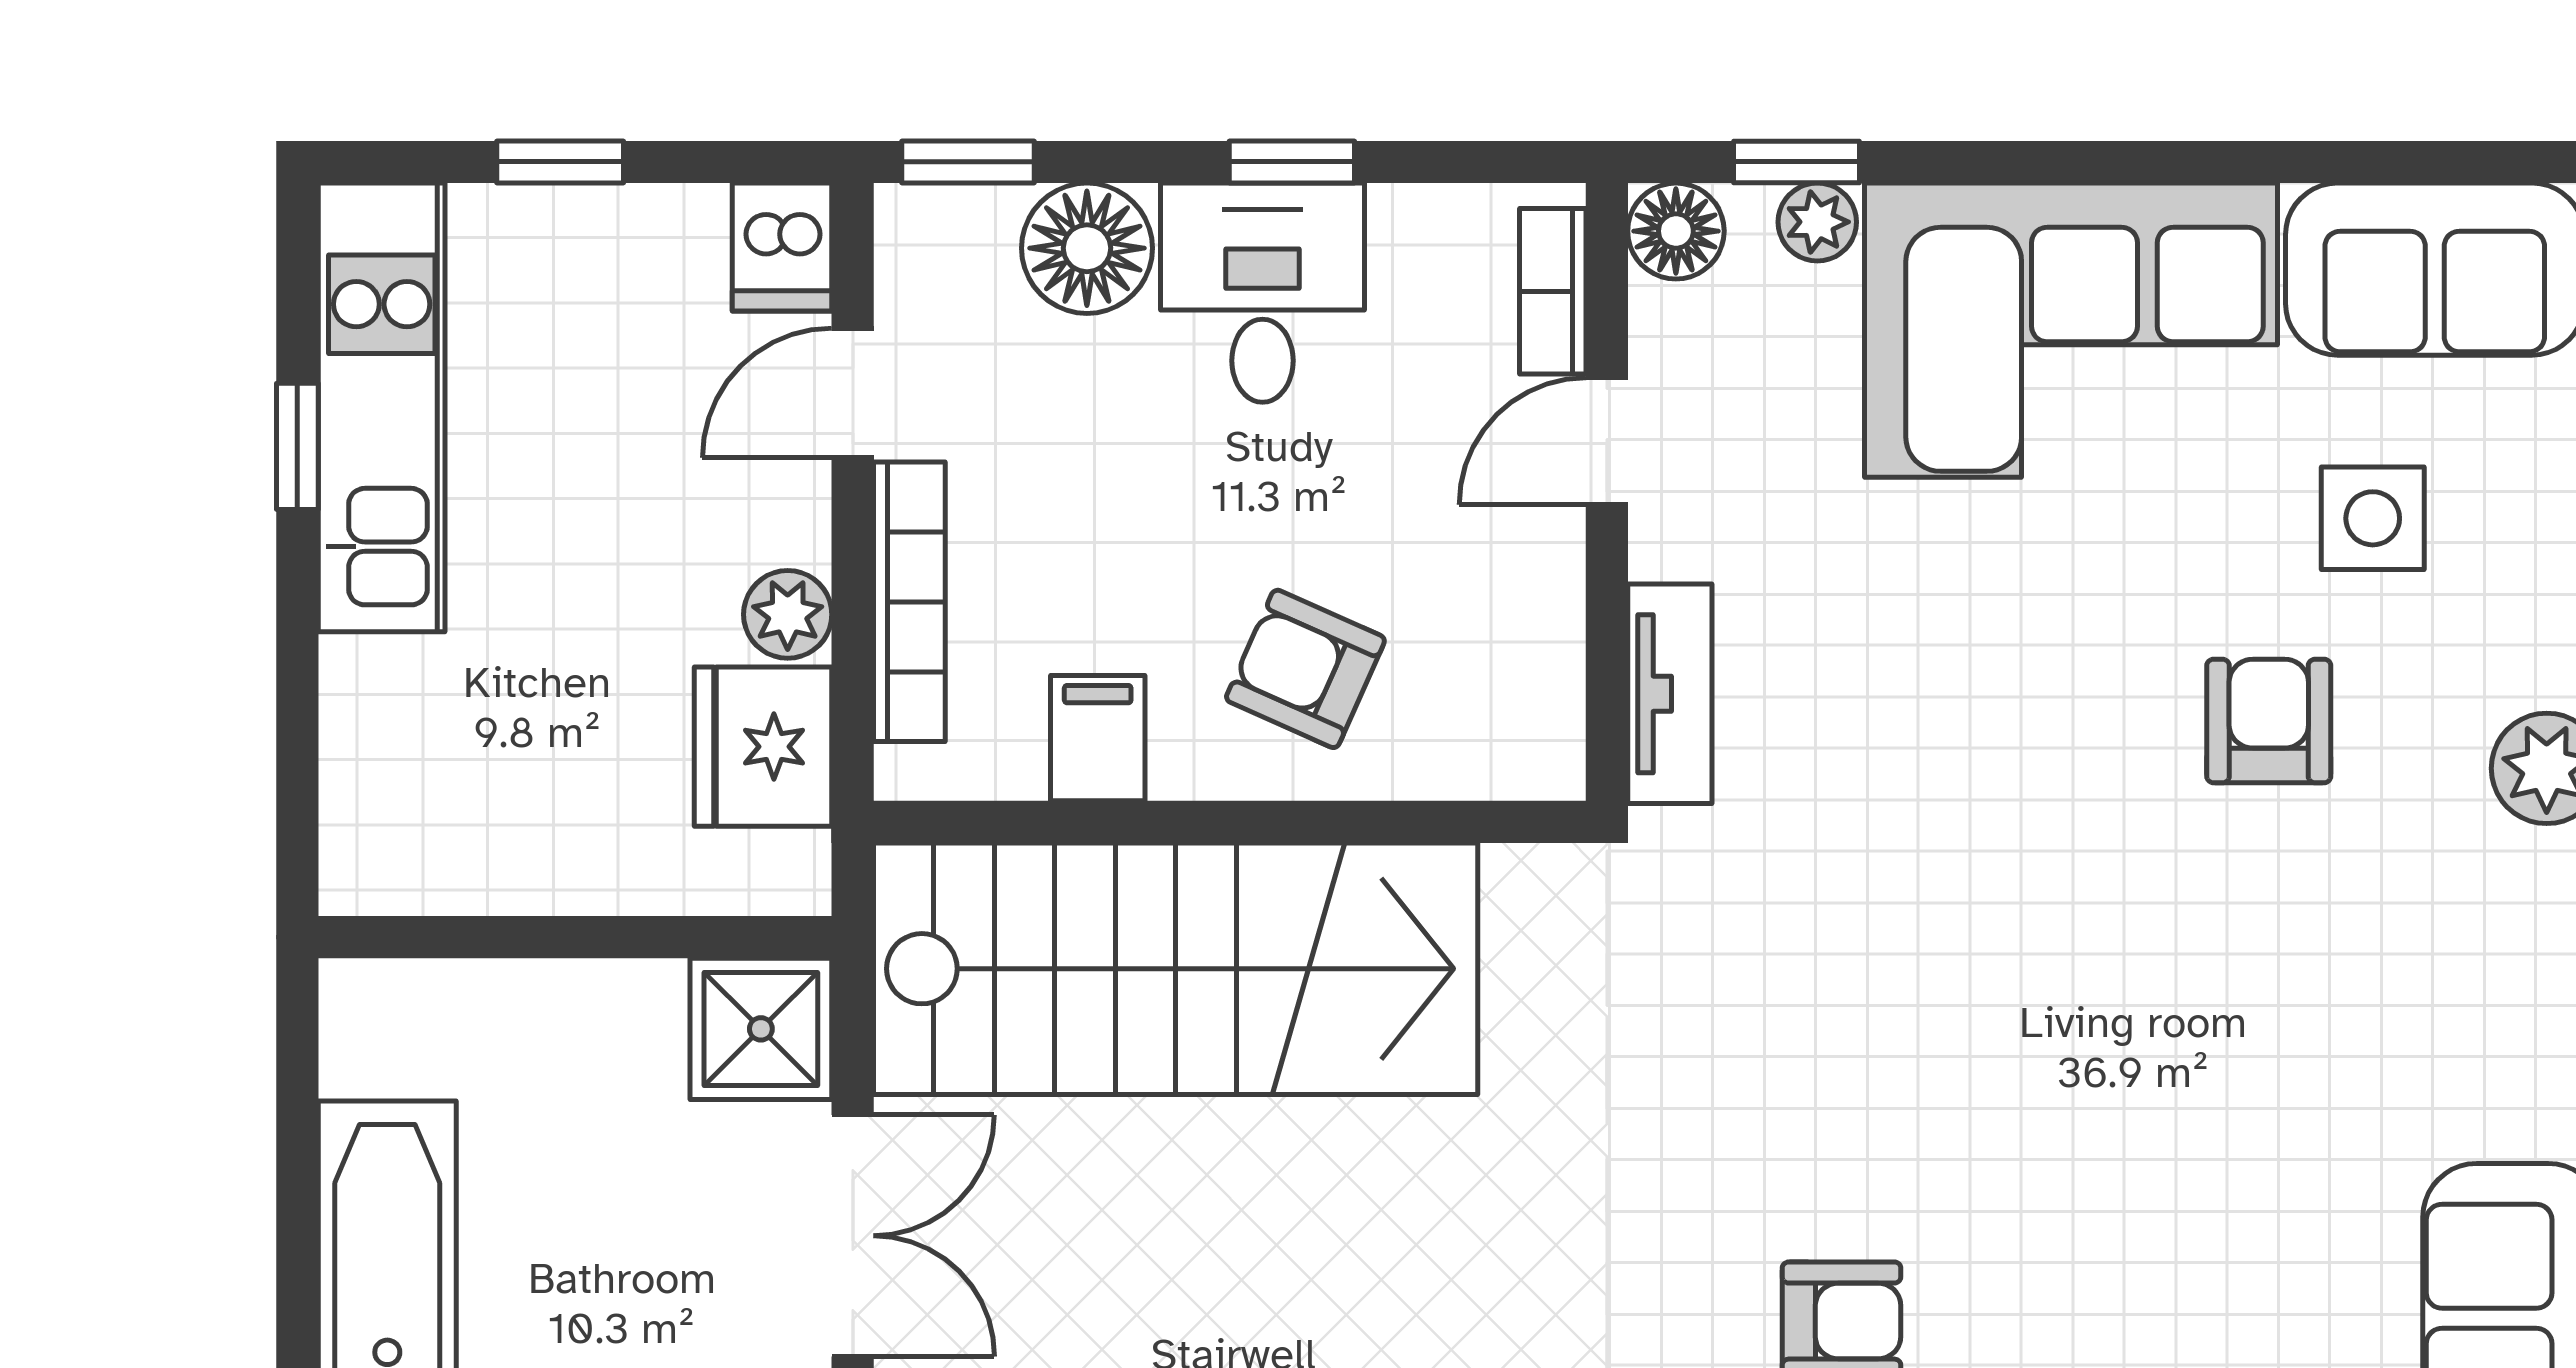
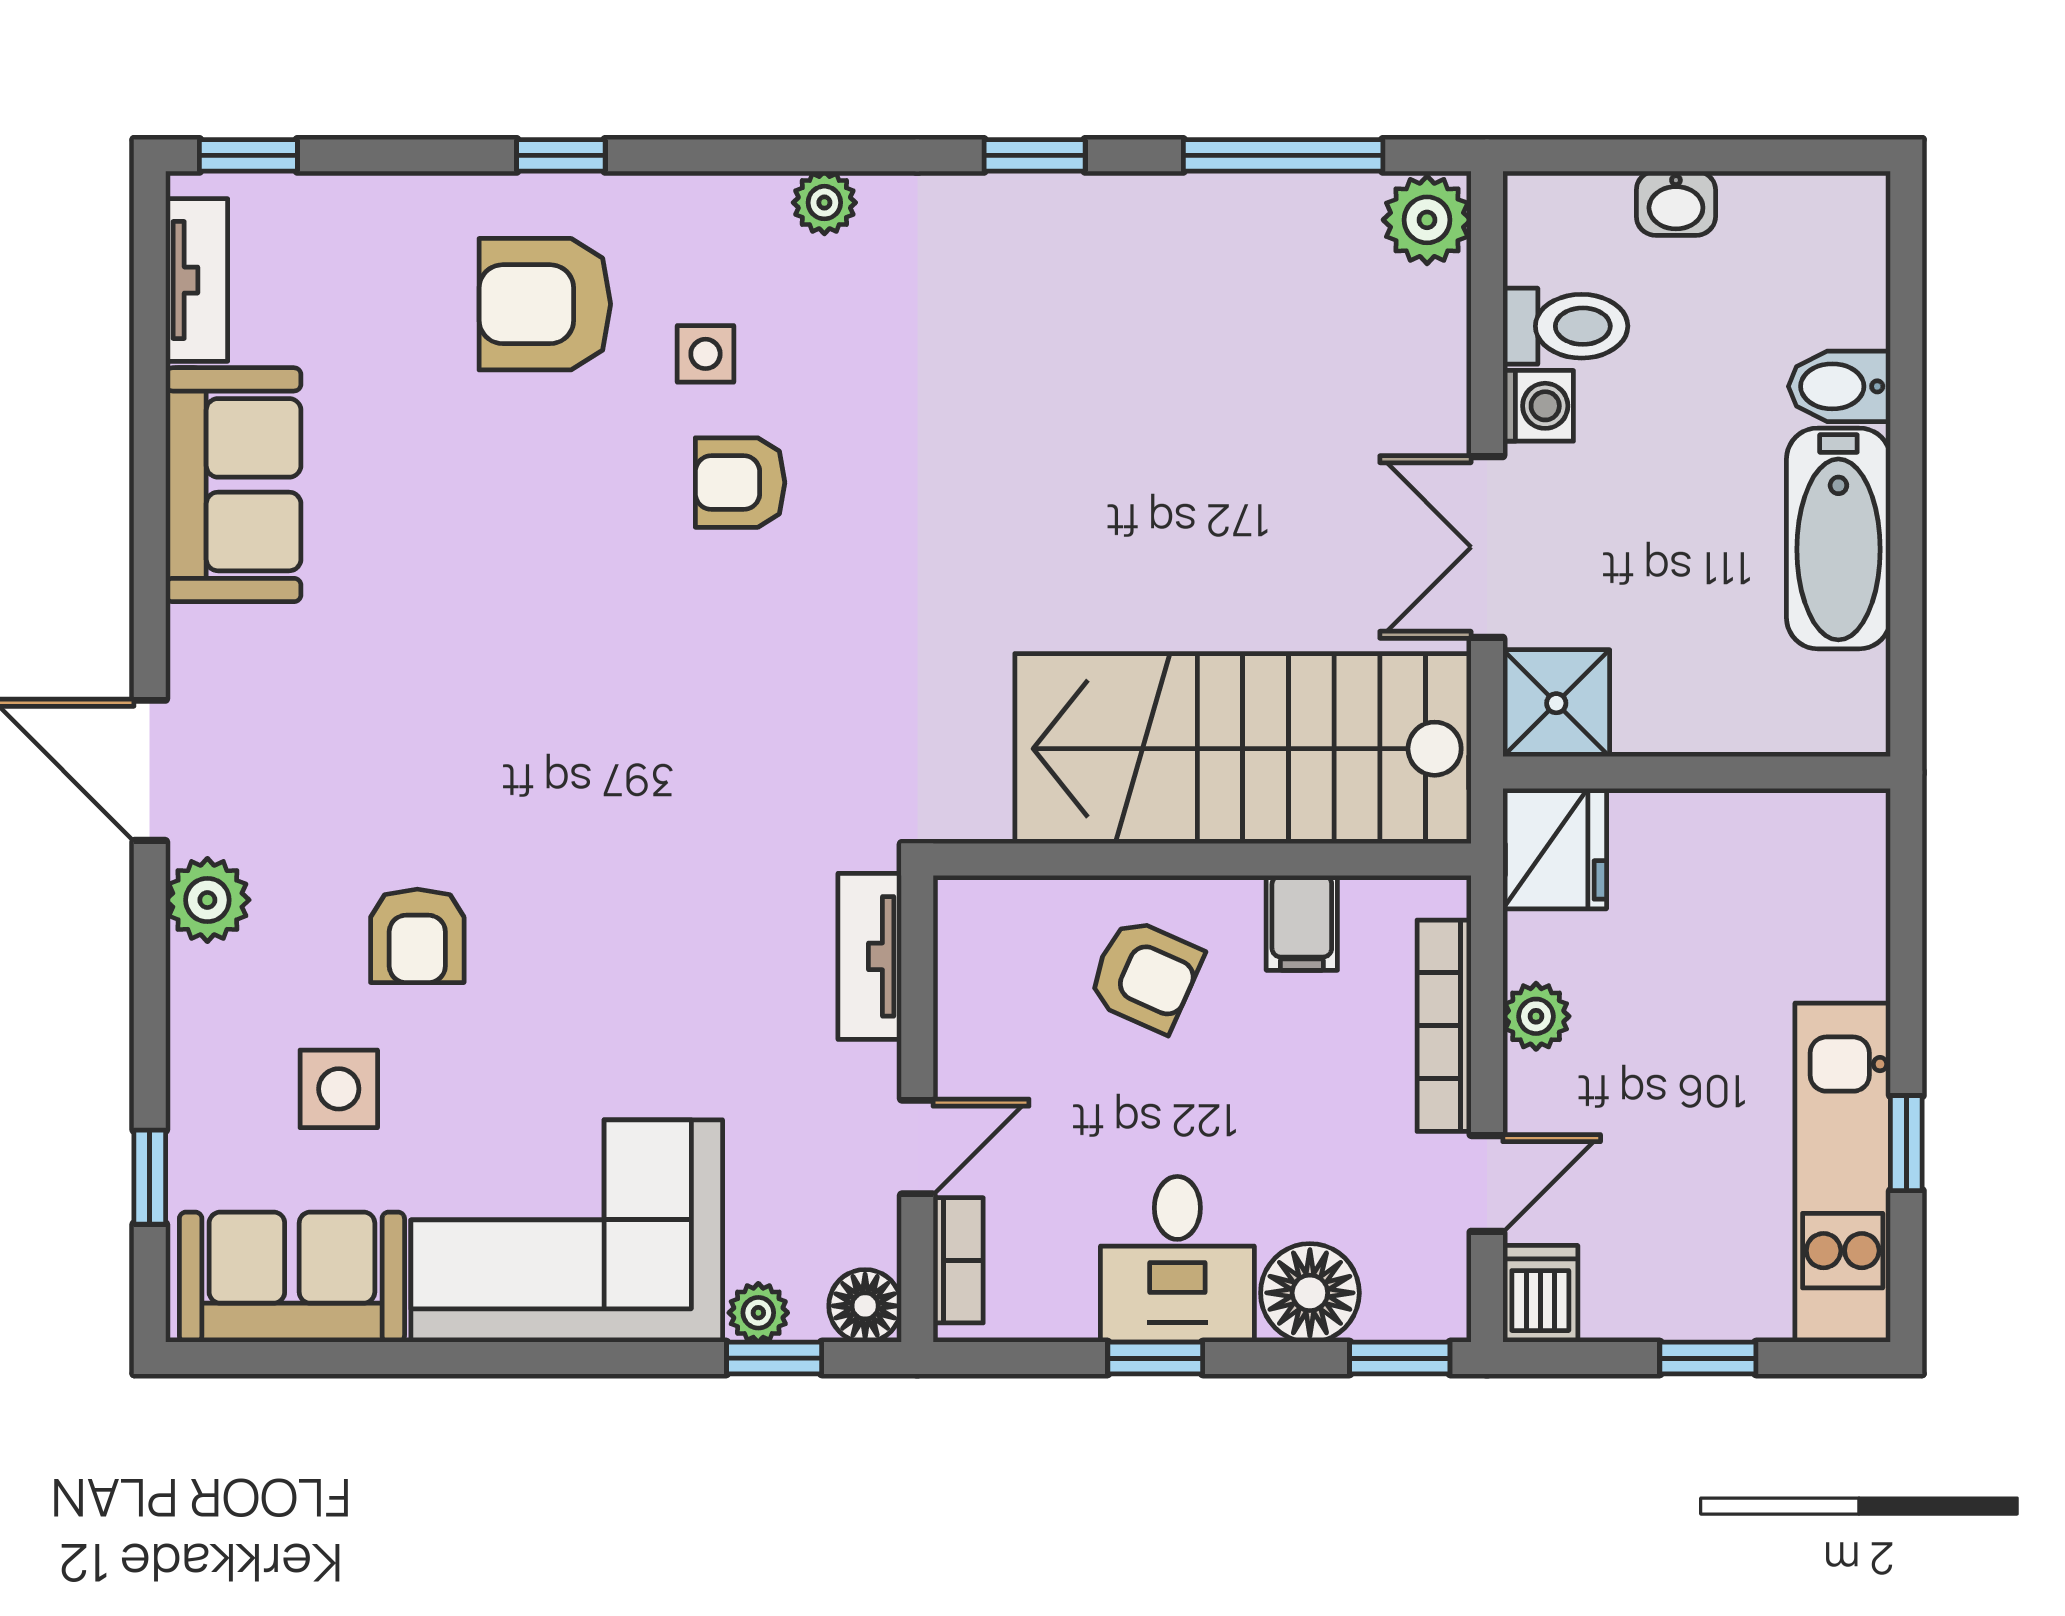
fridge: (763, 747) -> (1555, 849), moved

